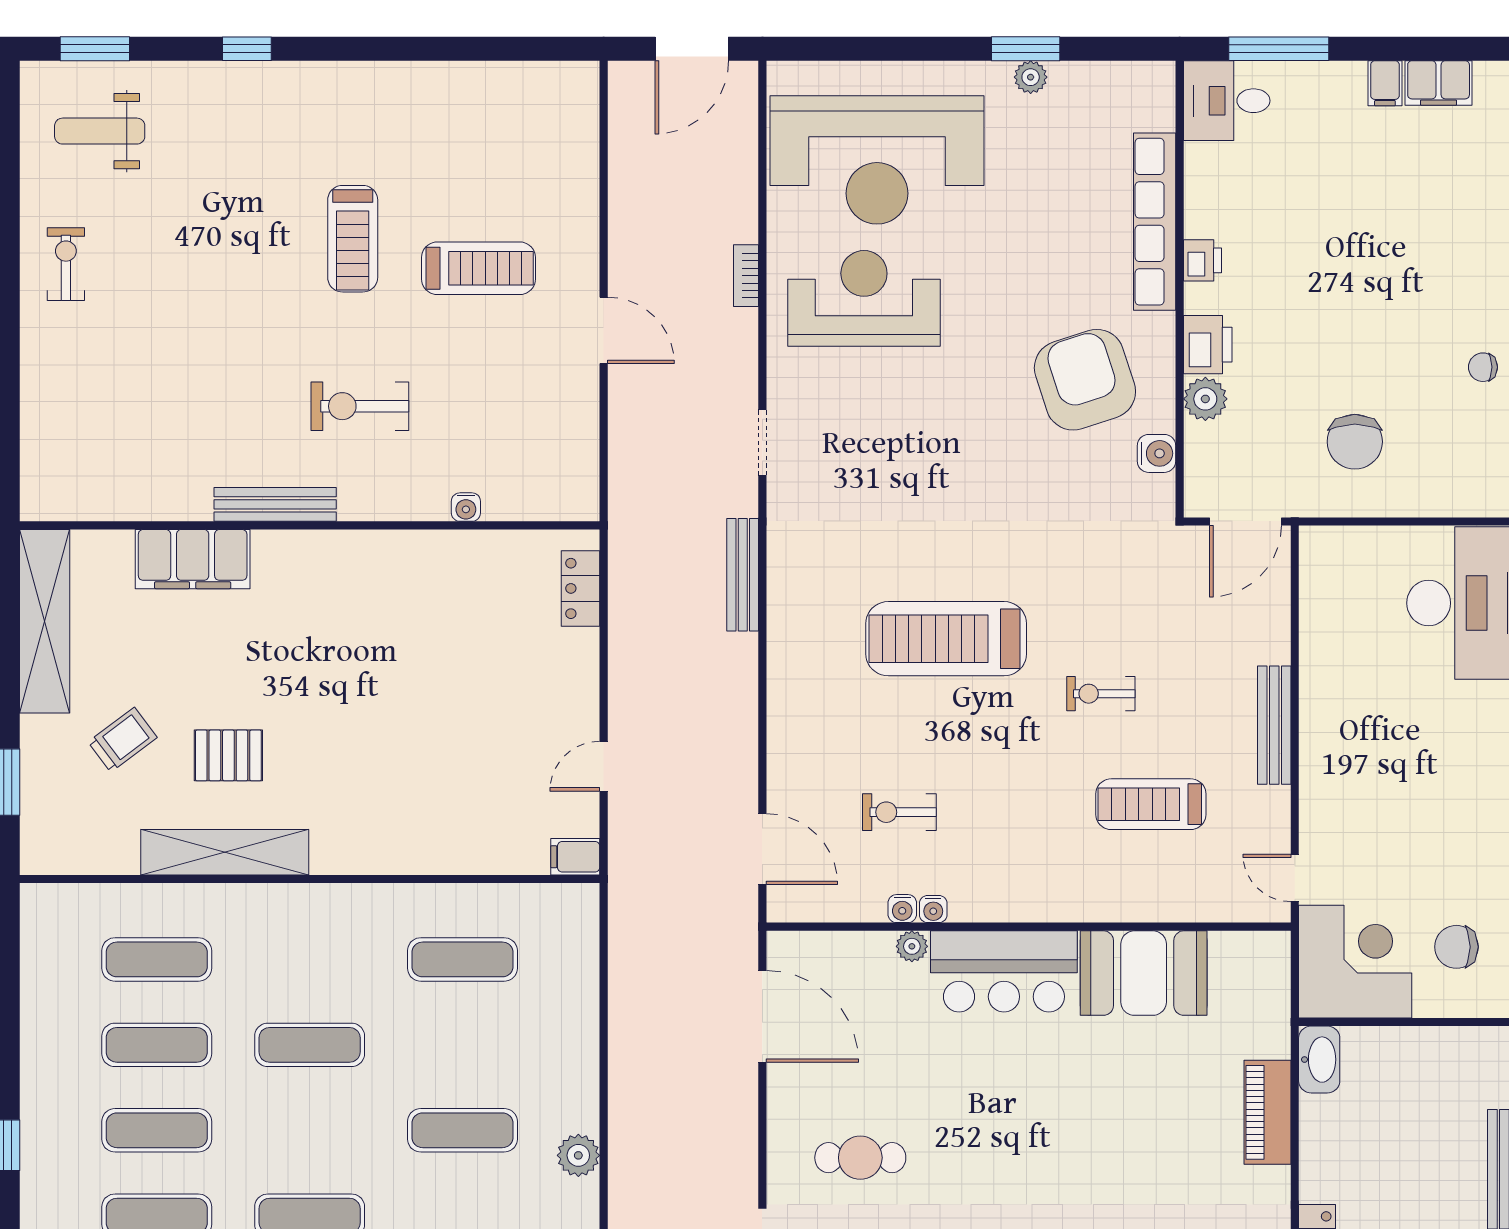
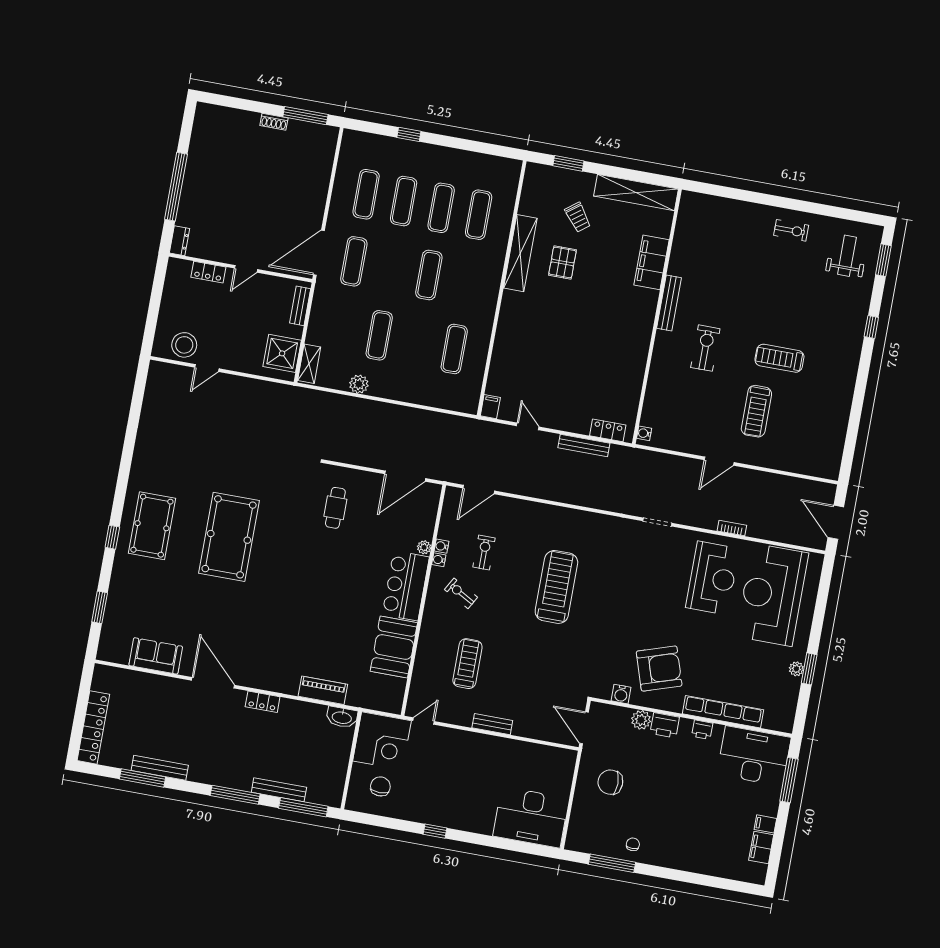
desk: (1227, 101) -> (754, 756), width x1.87, depth x1.30
water cooler: (466, 507) -> (644, 433), moved
bench: (743, 575) -> (584, 445), moved
exercise bike: (1101, 694) -> (461, 593), moved, turned -61
bench: (1274, 725) -> (492, 724), width x0.73

